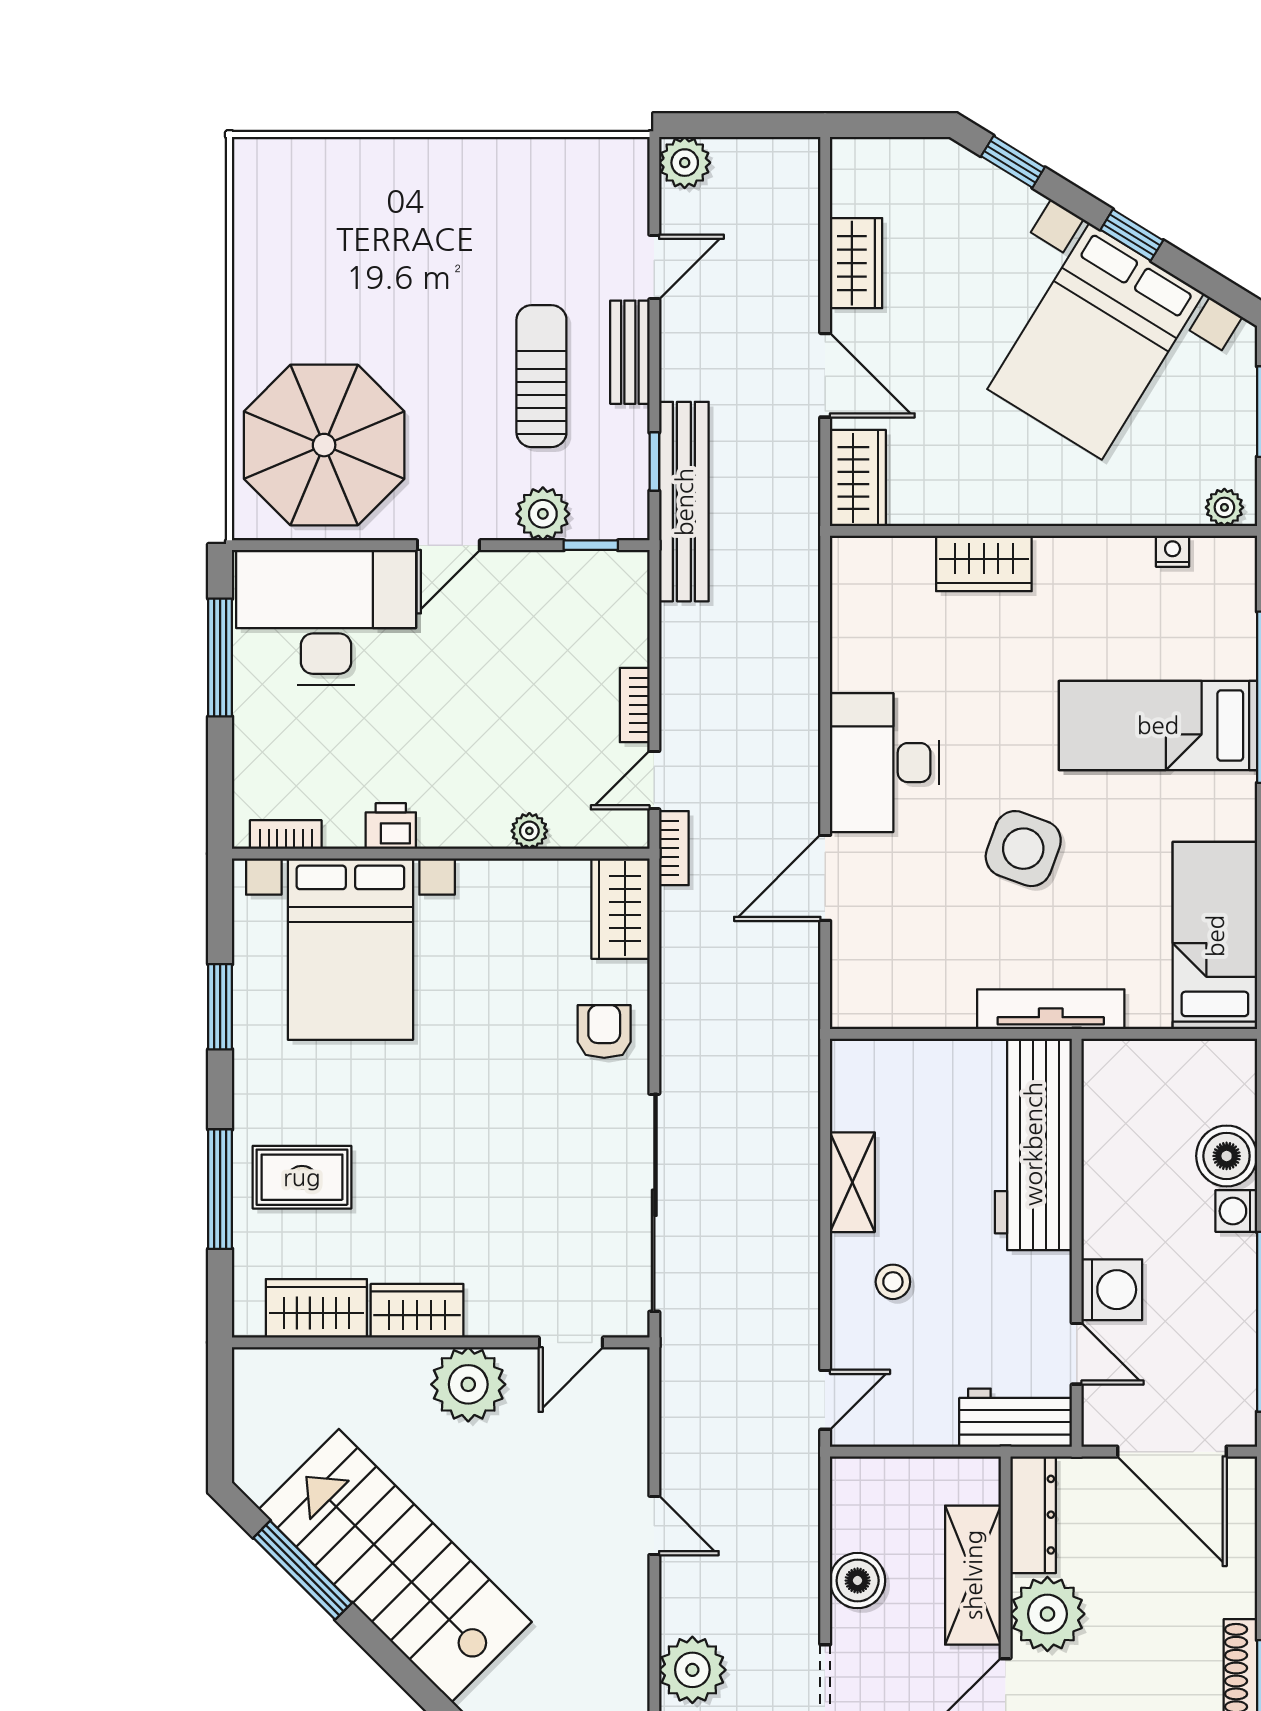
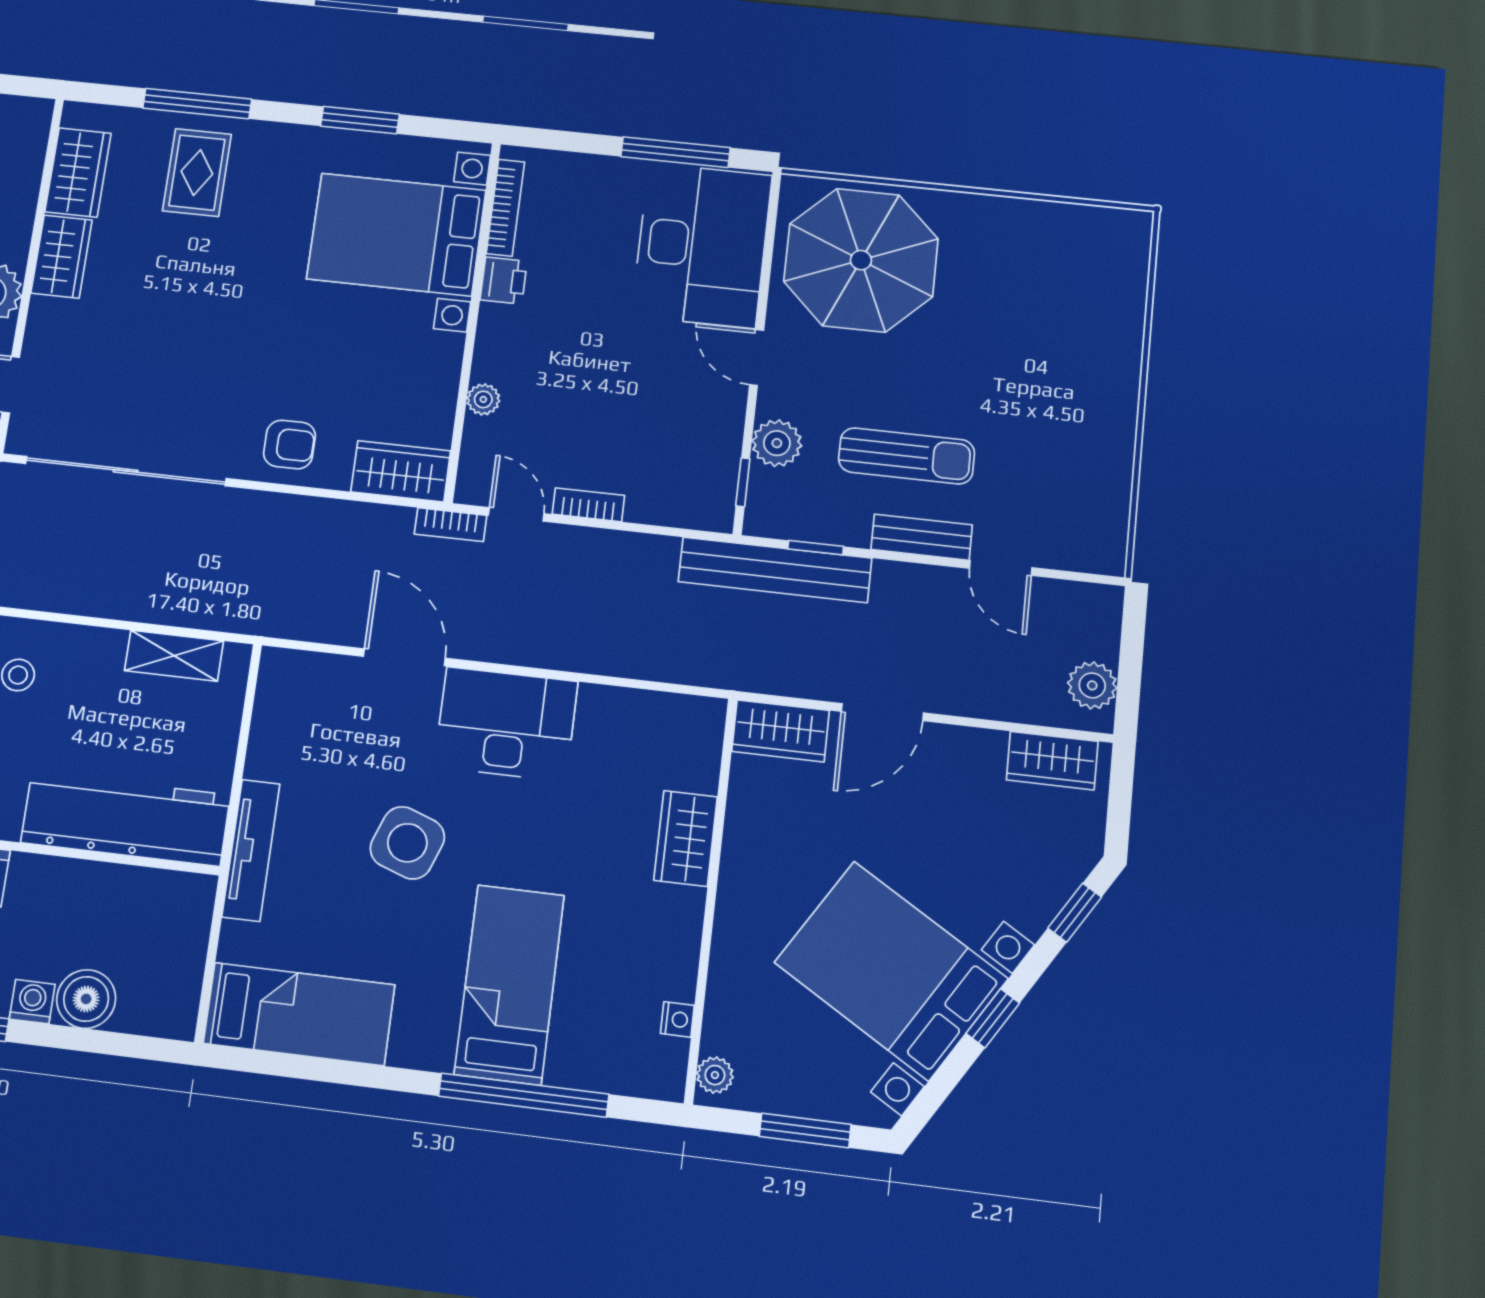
plant: (685, 163) -> (1092, 685), moved
wardrobe: (856, 263) -> (1052, 761), moved
bookcase: (286, 835) -> (505, 208), width x1.56
shelving: (852, 1182) -> (174, 656), moved

